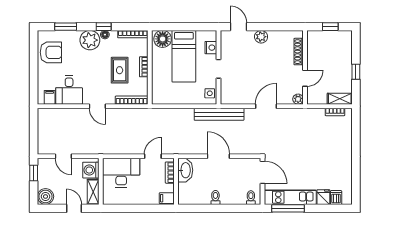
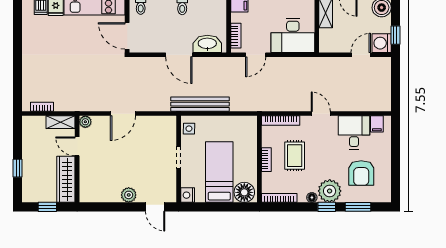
window: (104, 27) -> (327, 207), moved
nightstand: (211, 48) -> (188, 195), moved
wardrobe: (315, 50) -> (66, 179), added
armchair: (51, 52) -> (361, 173), moved, turned -90
shoe rack: (299, 52) -> (85, 178), removed
window: (356, 72) -> (18, 168), moved
door: (305, 78) -> (77, 146), hinge flipped
shelving: (340, 99) -> (60, 122), moved
bench: (219, 114) -> (200, 104), moved
door: (63, 156) -> (361, 55), hinge flipped
washing machine: (91, 170) -> (382, 43), moved, turned 180
washbasin: (185, 170) -> (207, 44), moved, turned 90

